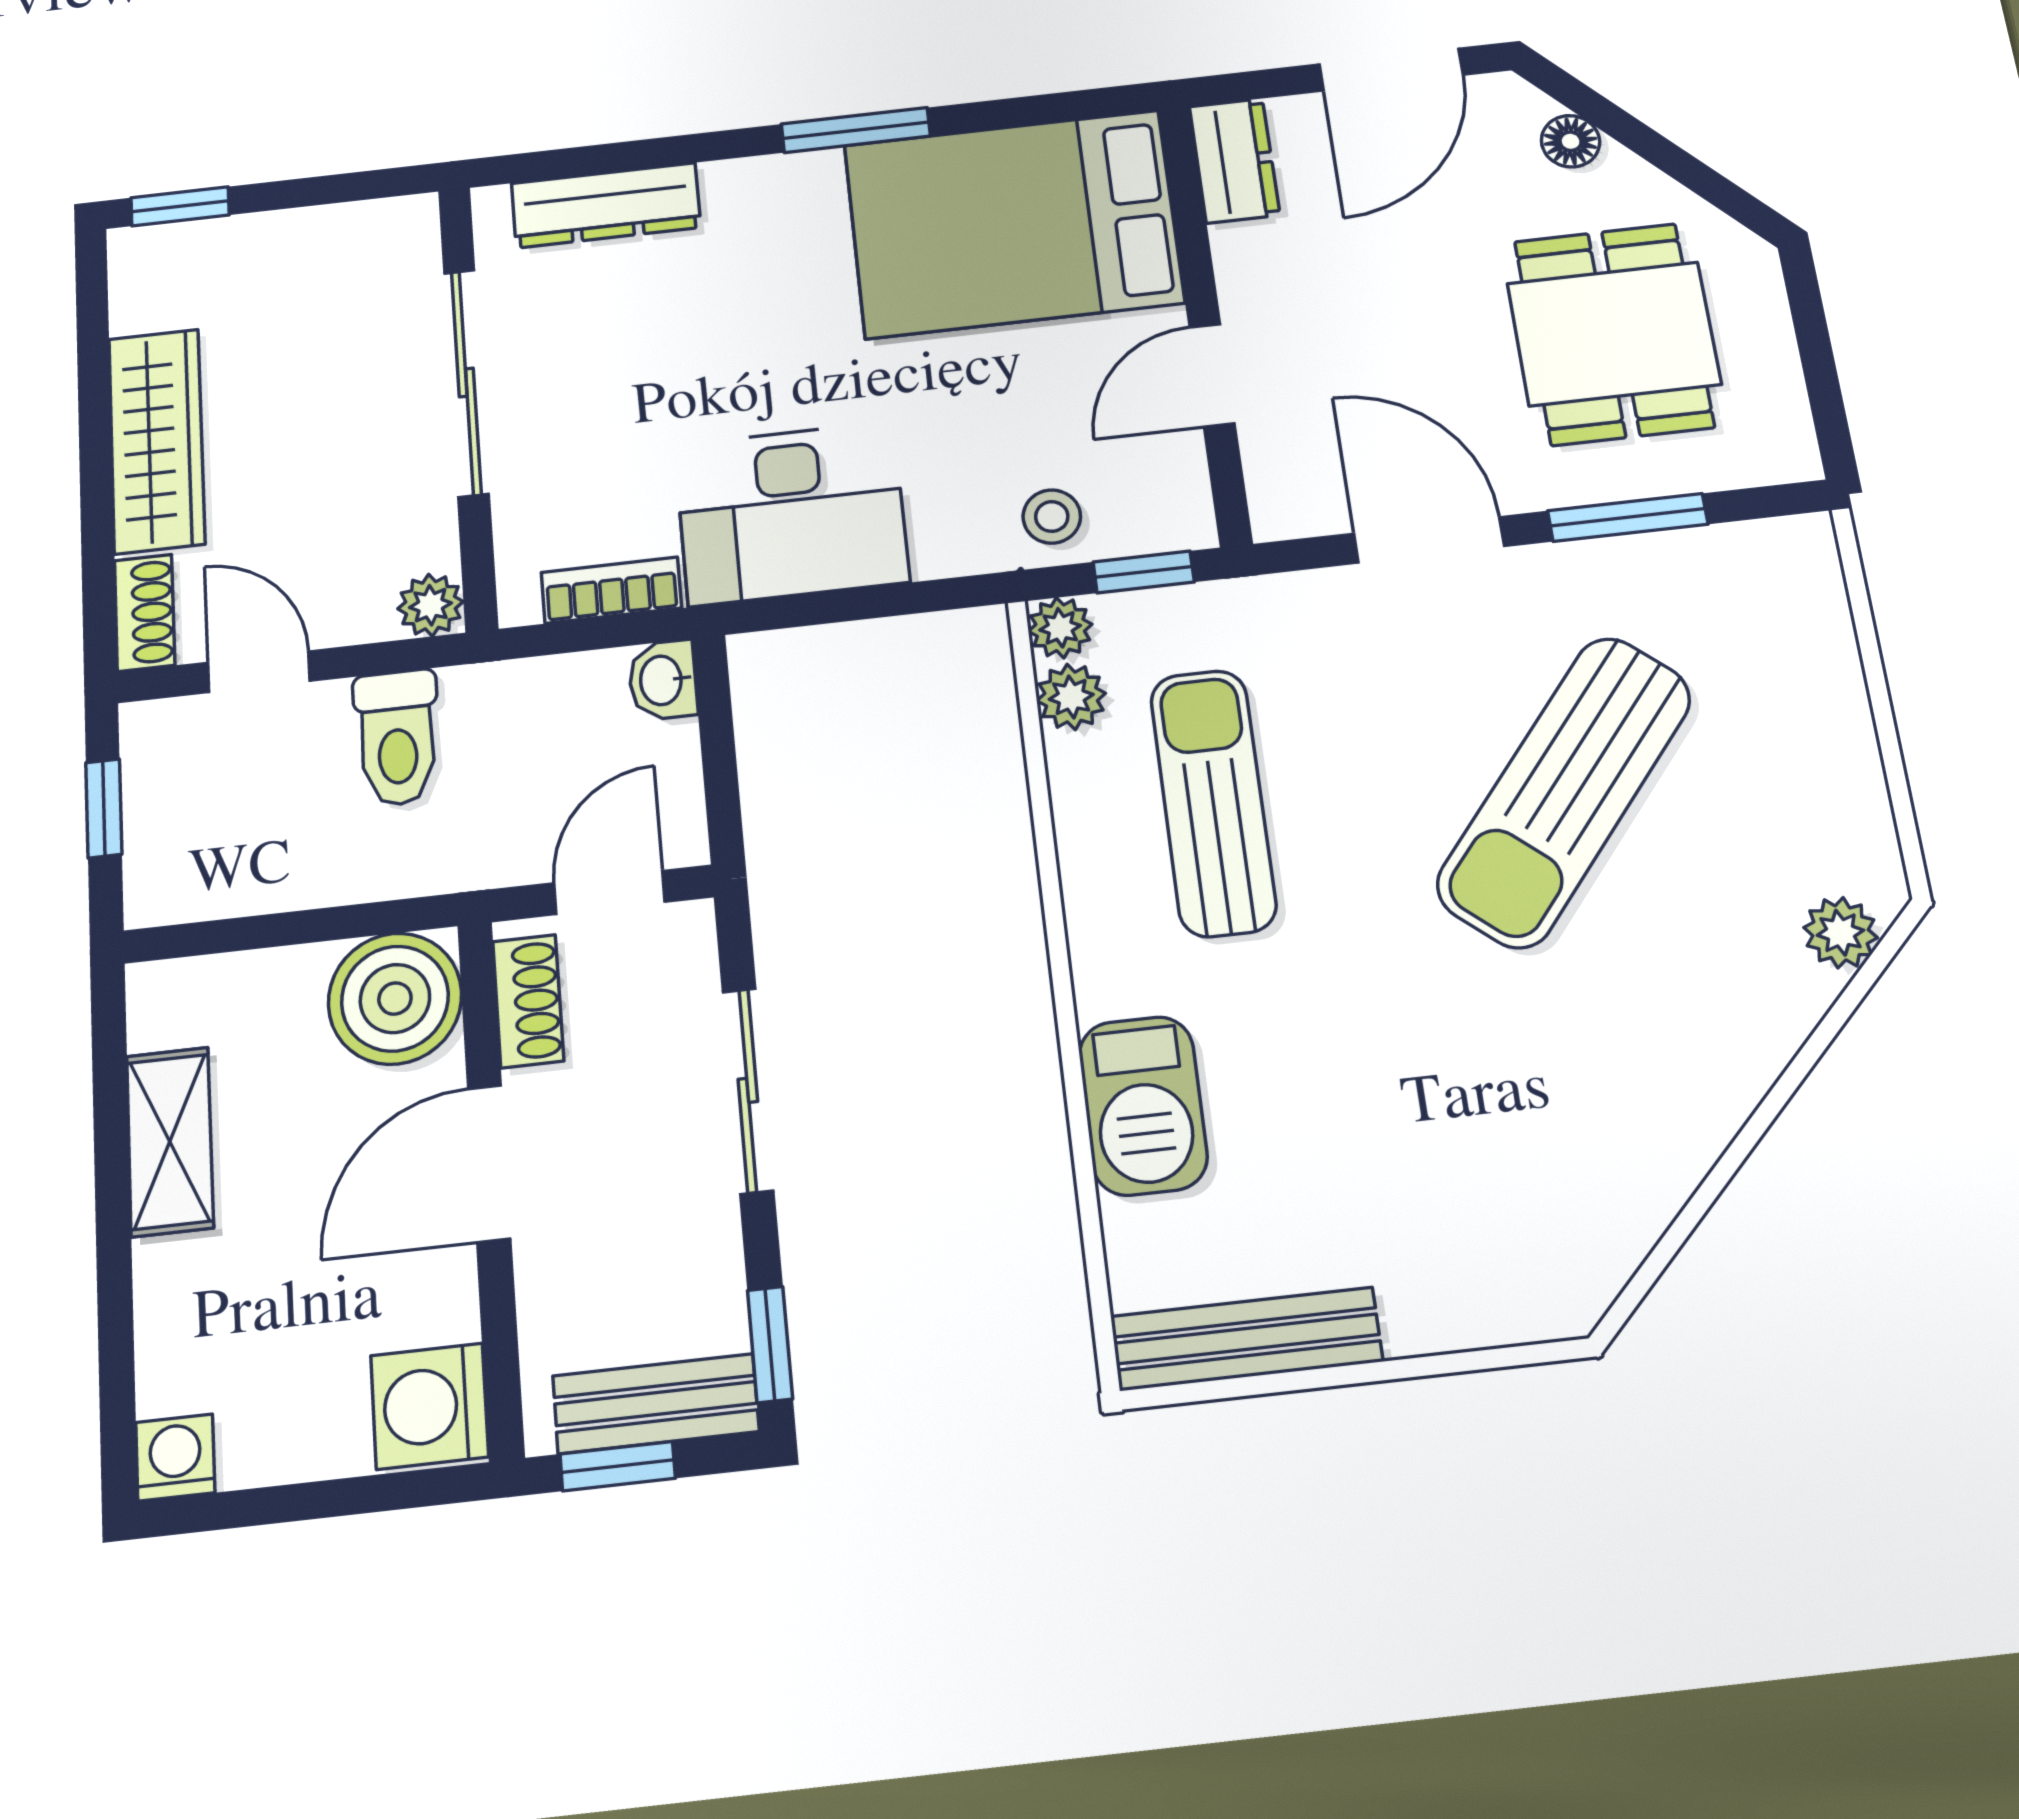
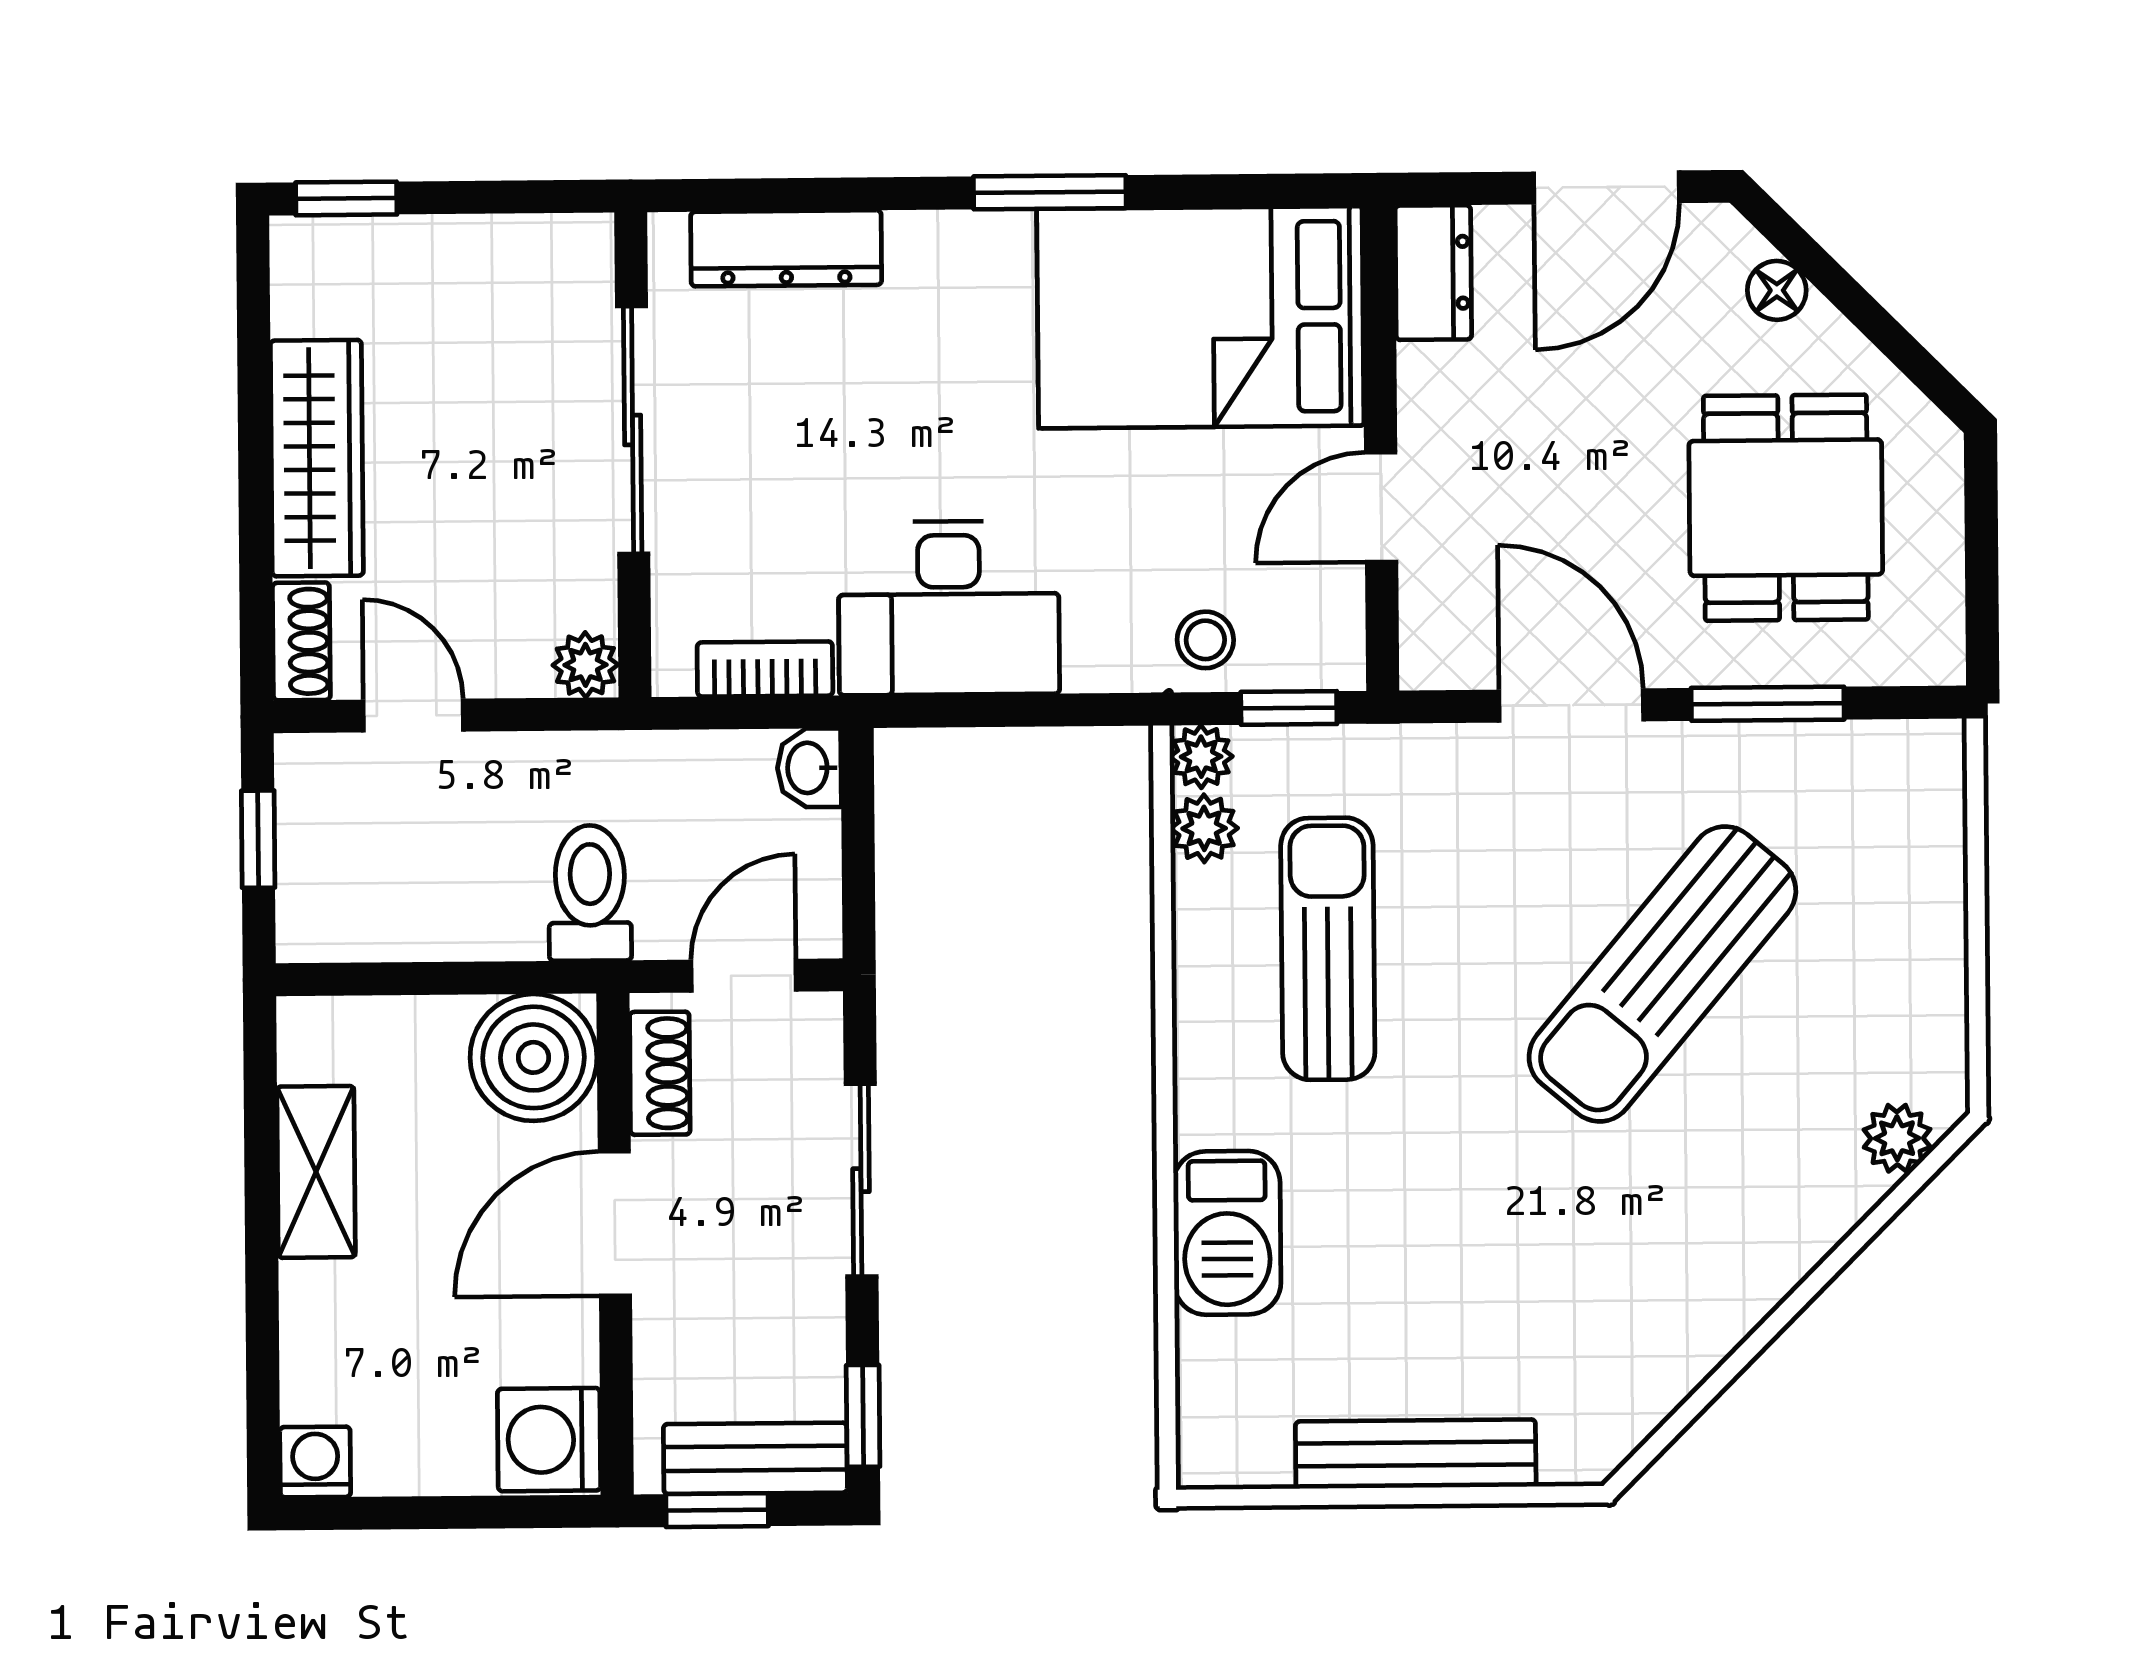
toilet: (397, 738) -> (590, 893), moved, turned 180
bench: (1246, 1339) -> (1416, 1454), moved

